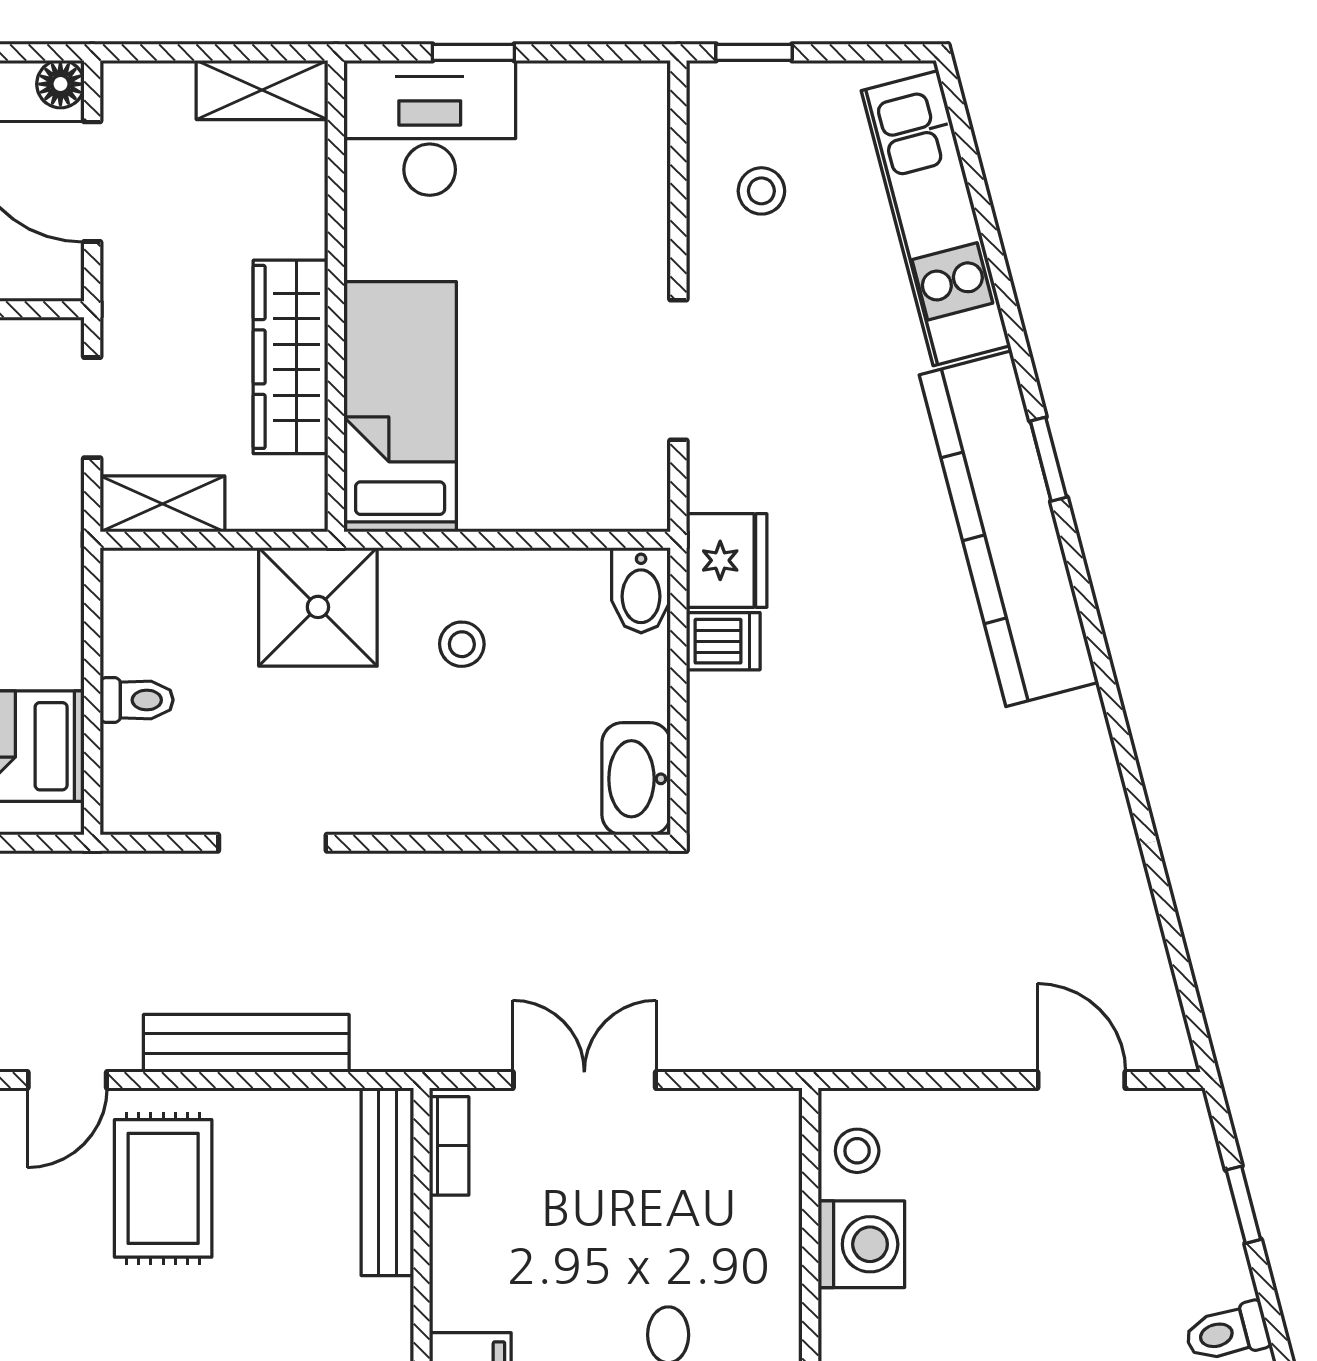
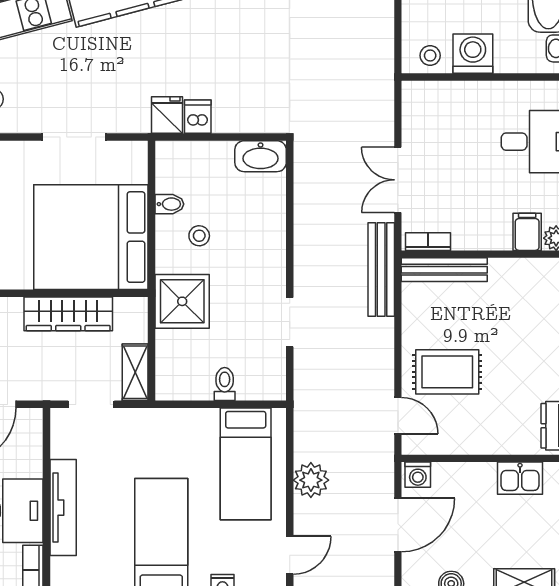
bed: (400, 407) -> (91, 237), width x2.04
fridge: (727, 560) -> (167, 115), width x0.72
bidet: (641, 590) -> (169, 204), moved, width x0.72, depth x0.74
bench: (246, 1043) -> (381, 269), moved

